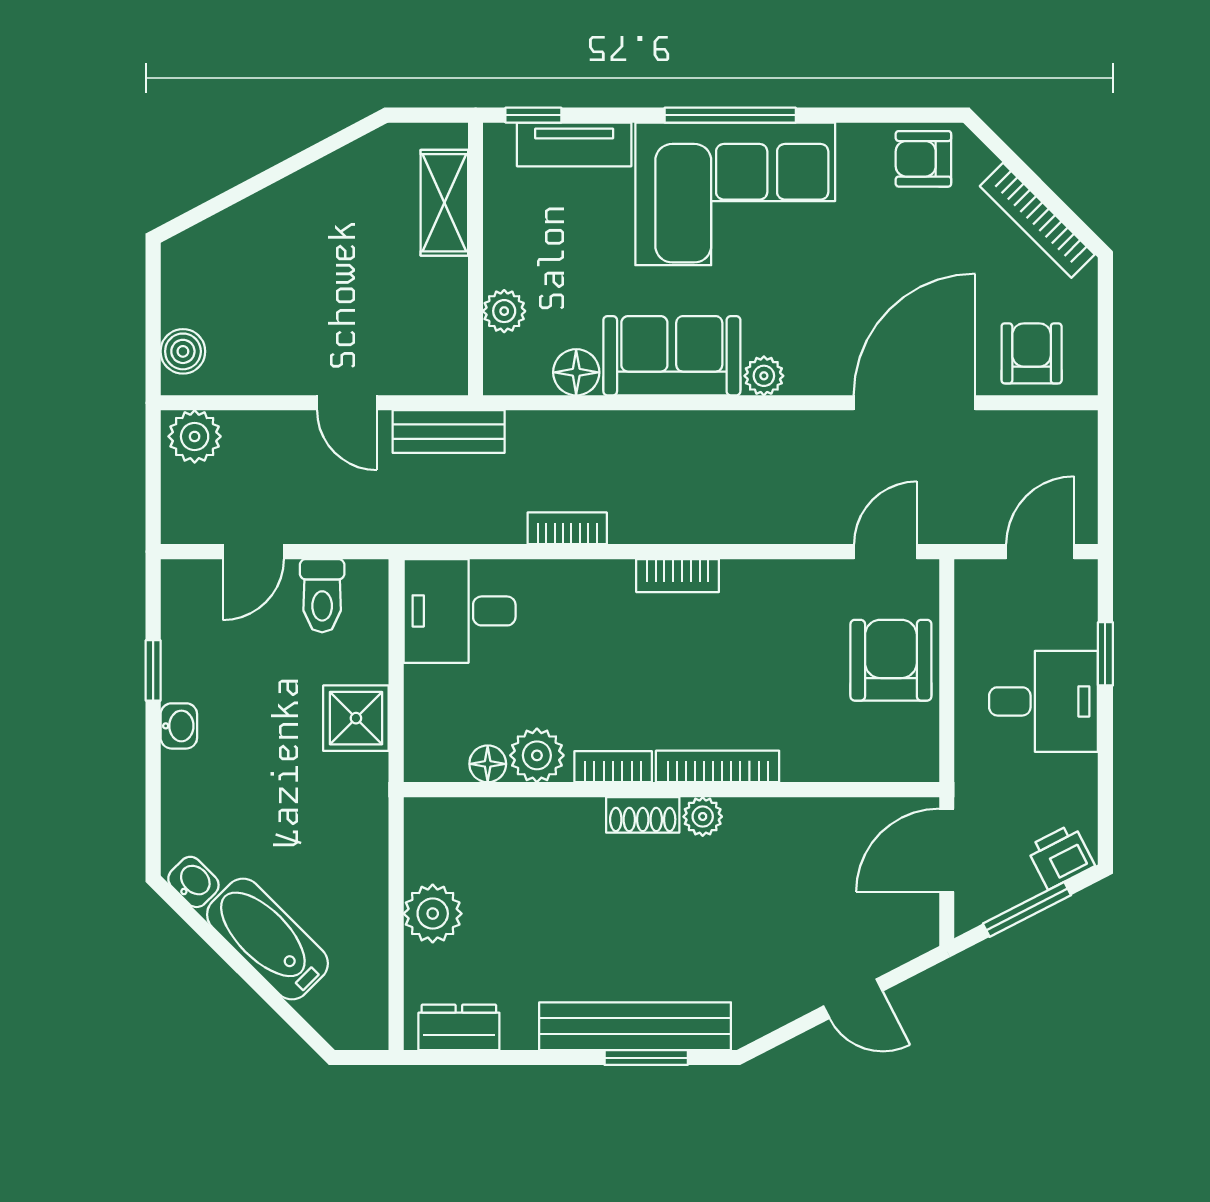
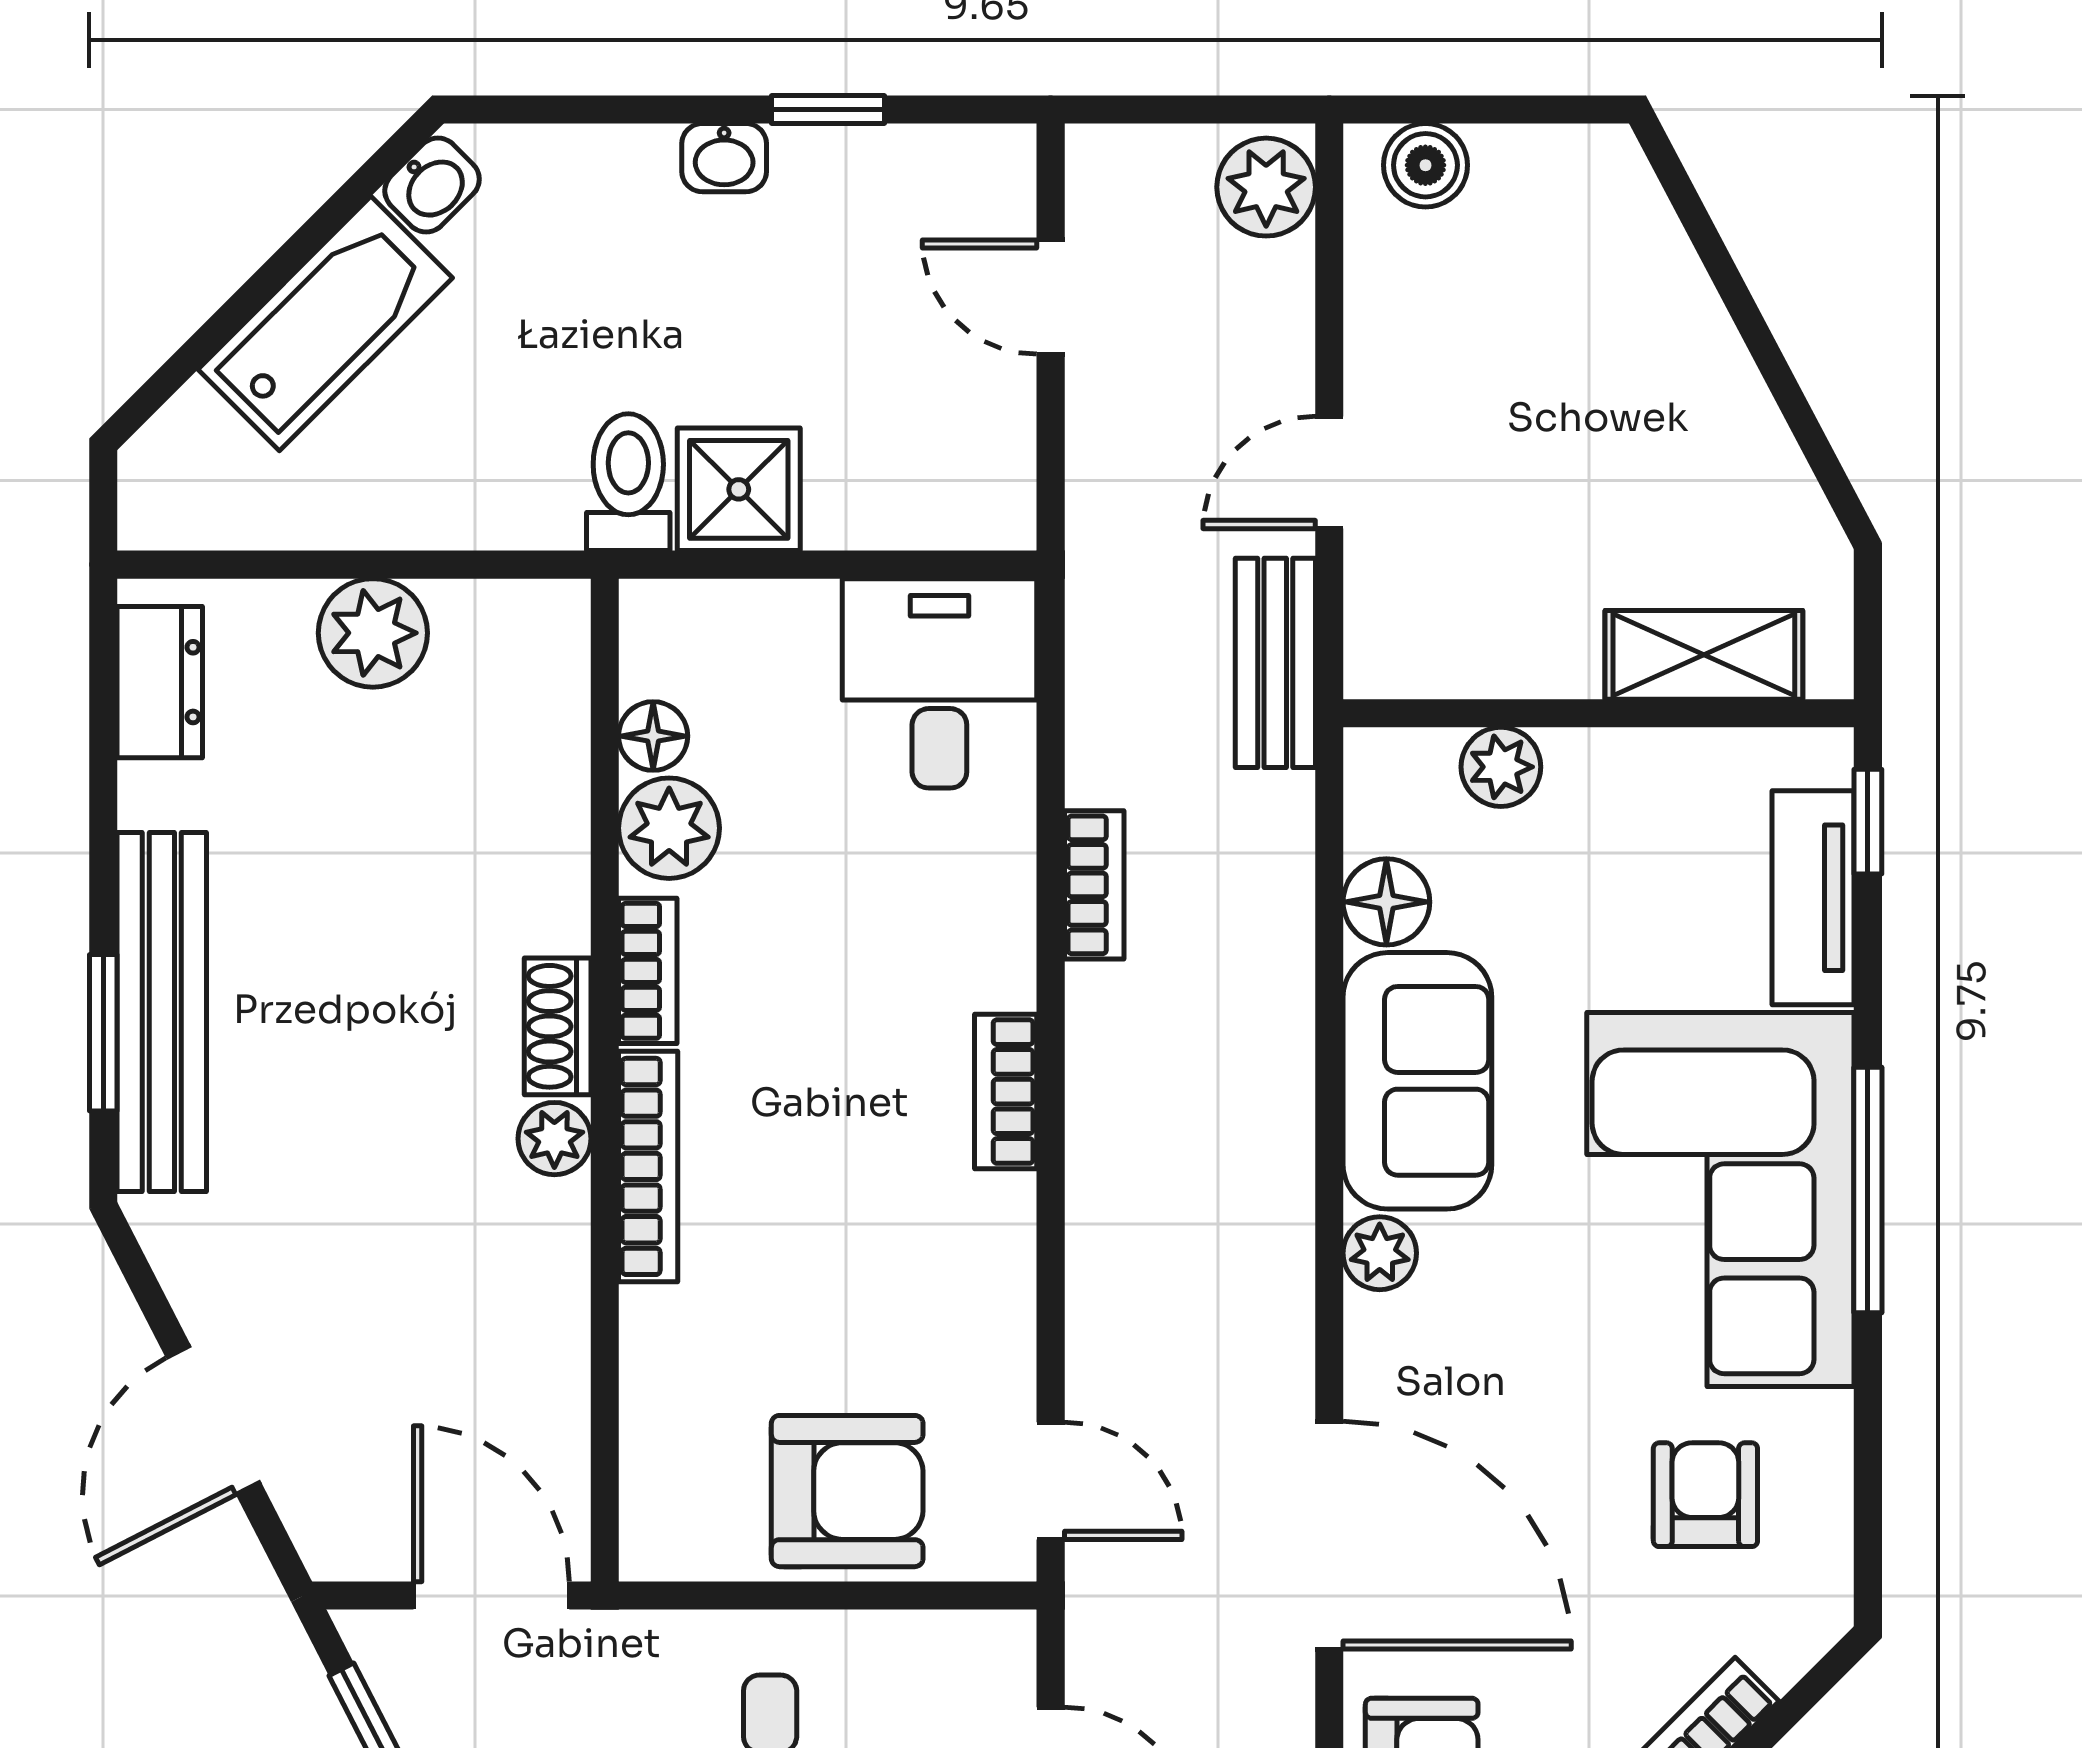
armchair: (923, 159) -> (1705, 1495), moved
toilet: (322, 596) -> (628, 482), moved, turned 90
door: (853, 999) -> (213, 1420), width x1.38

